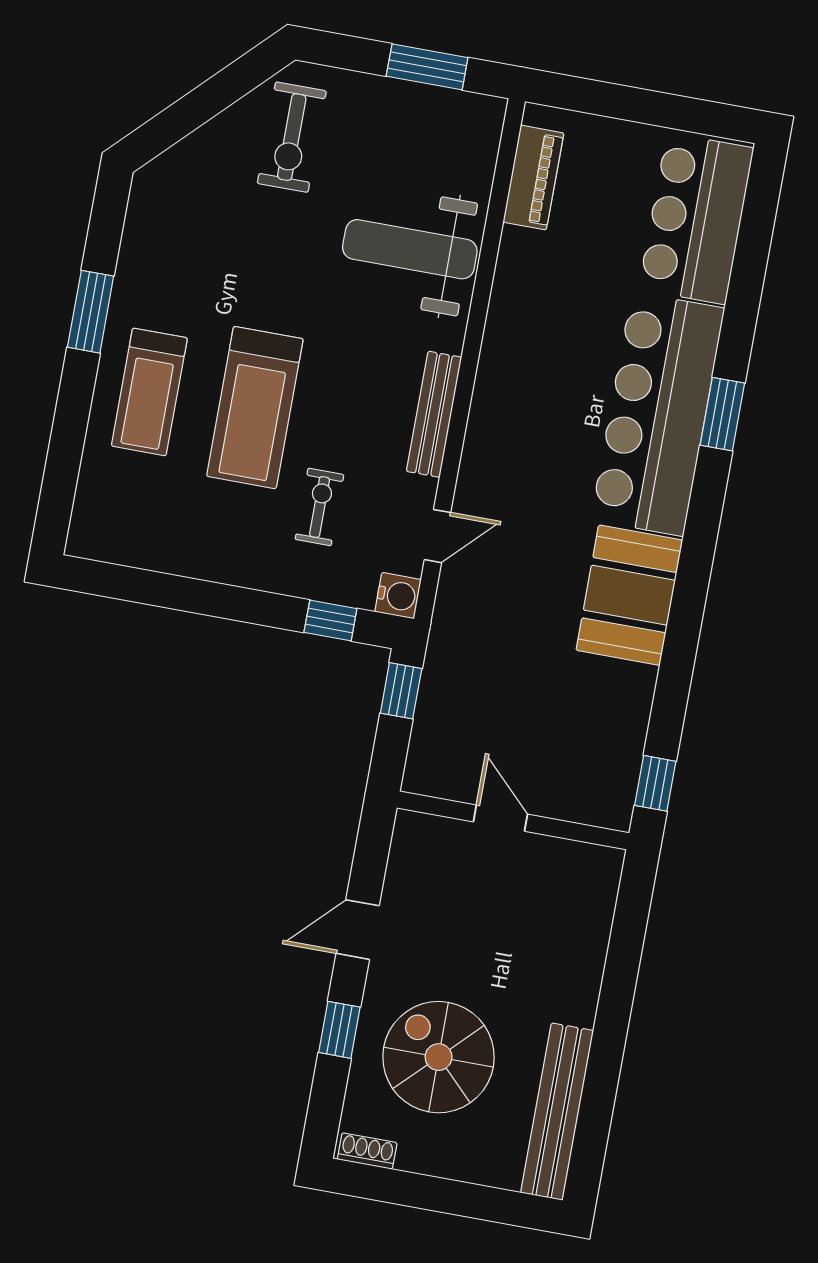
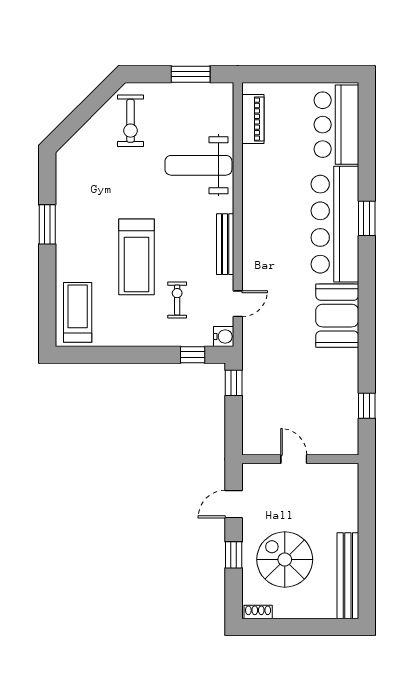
treadmill: (149, 392) -> (78, 312), moved, turned 180
door: (500, 818) -> (294, 459), moved
wall: (513, 820) -> (300, 459), moved

